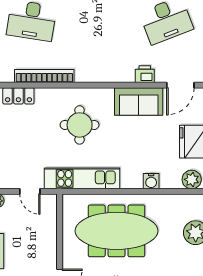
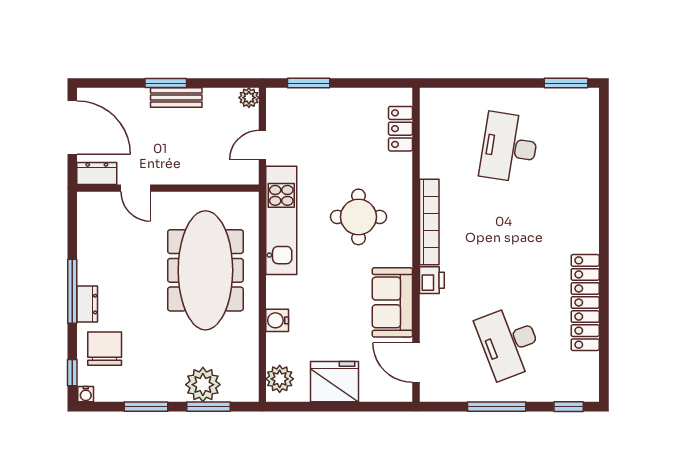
printer: (145, 74) -> (432, 280), moved
bookcase: (44, 76) -> (429, 222), moved

